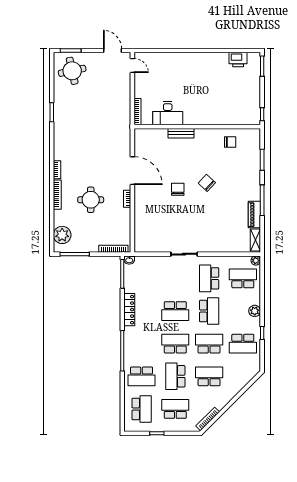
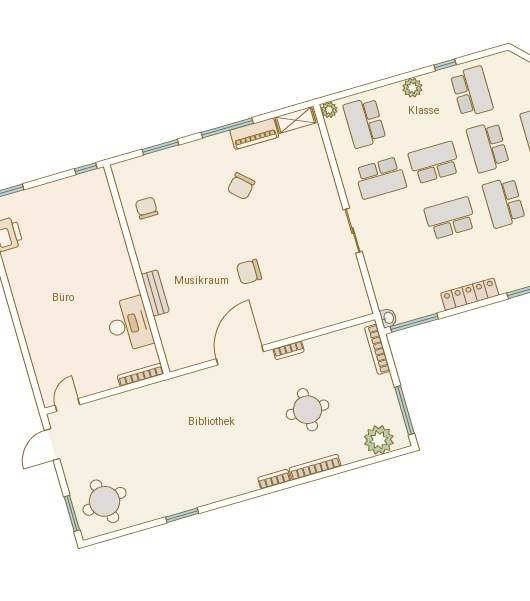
chair: (207, 183) -> (241, 186), moved
school desk: (175, 311) -> (450, 218), turned -90

